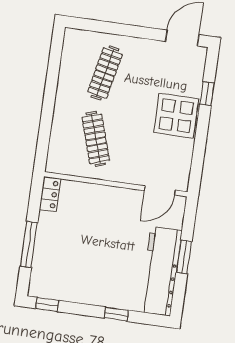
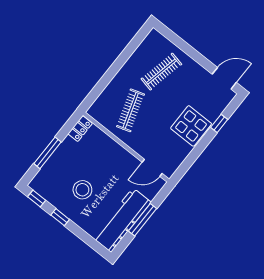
window: (184, 257) -> (143, 220), width x1.44
stool: (94, 263) -> (82, 190), added
window: (116, 314) -> (60, 217), moved

